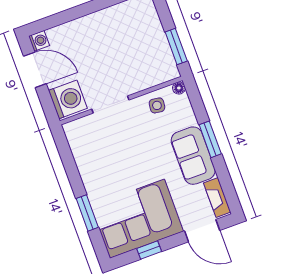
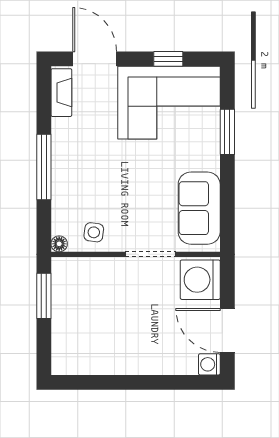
window: (210, 139) -> (44, 167), width x1.44
sofa: (193, 156) -> (199, 208), moved, turned 180

